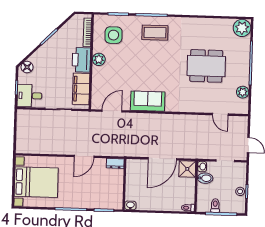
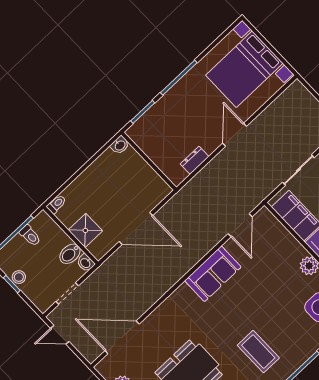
coffee table: (155, 33) -> (258, 352), moved, turned 90
door: (220, 114) -> (122, 337), width x1.87
door: (84, 156) -> (235, 135), moved
door: (162, 159) -> (136, 228), swing flipped
dresser: (115, 163) -> (195, 160), moved
shower: (187, 169) -> (85, 230), moved

